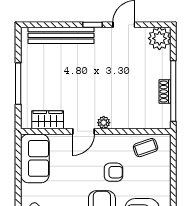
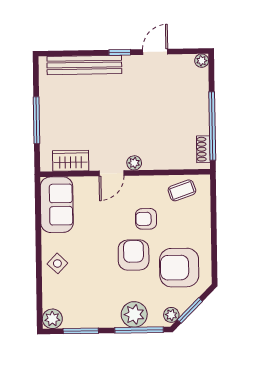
plant: (159, 38) -> (202, 61), width x0.53, depth x0.53
shoe rack: (165, 92) -> (203, 149), moved
armchair: (113, 172) -> (146, 219), turned 180

